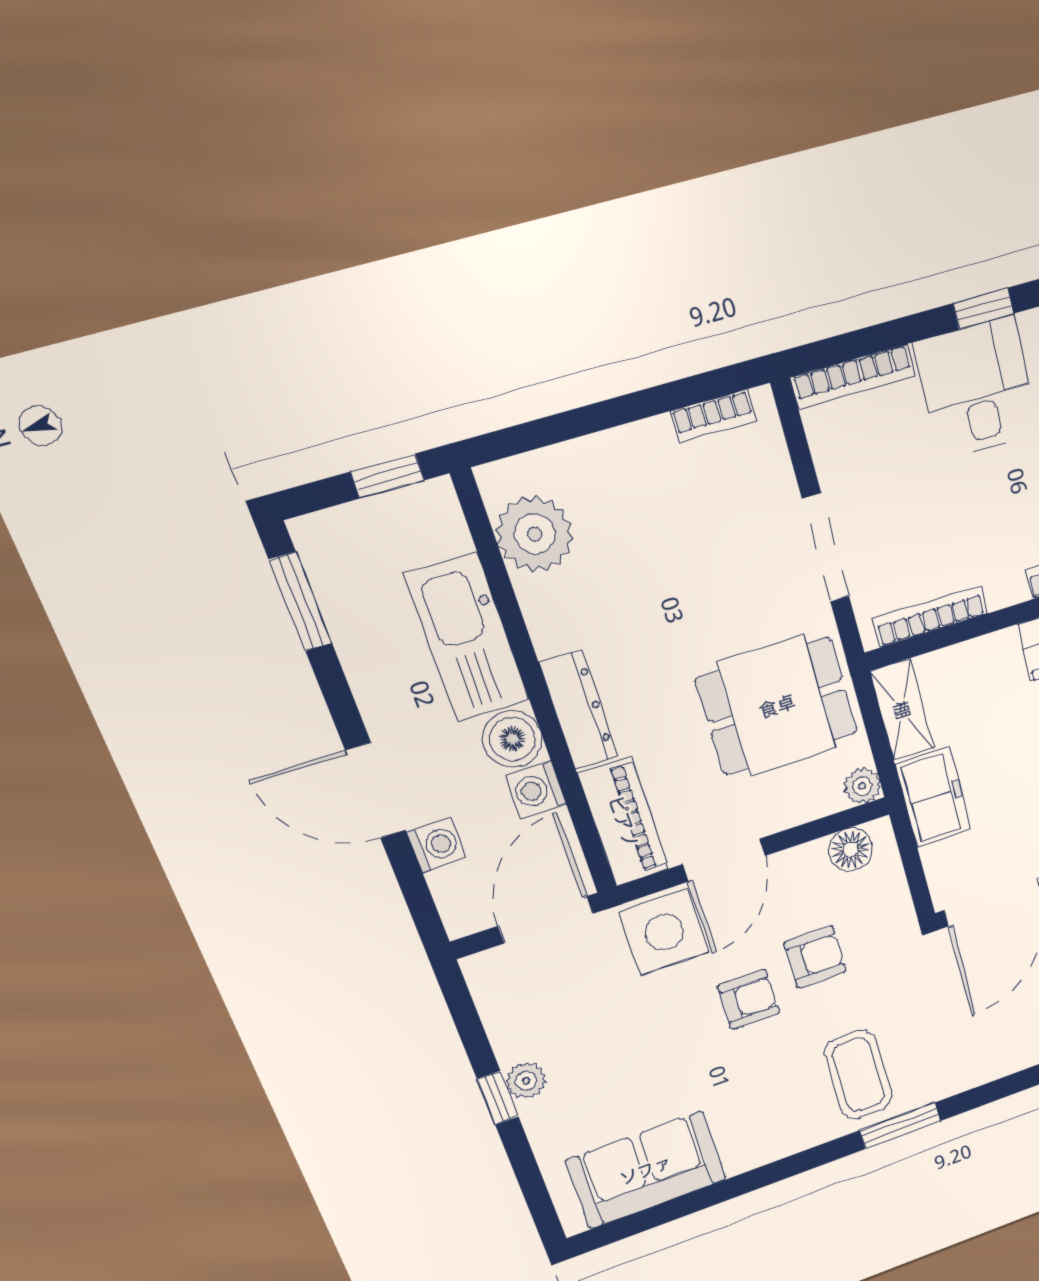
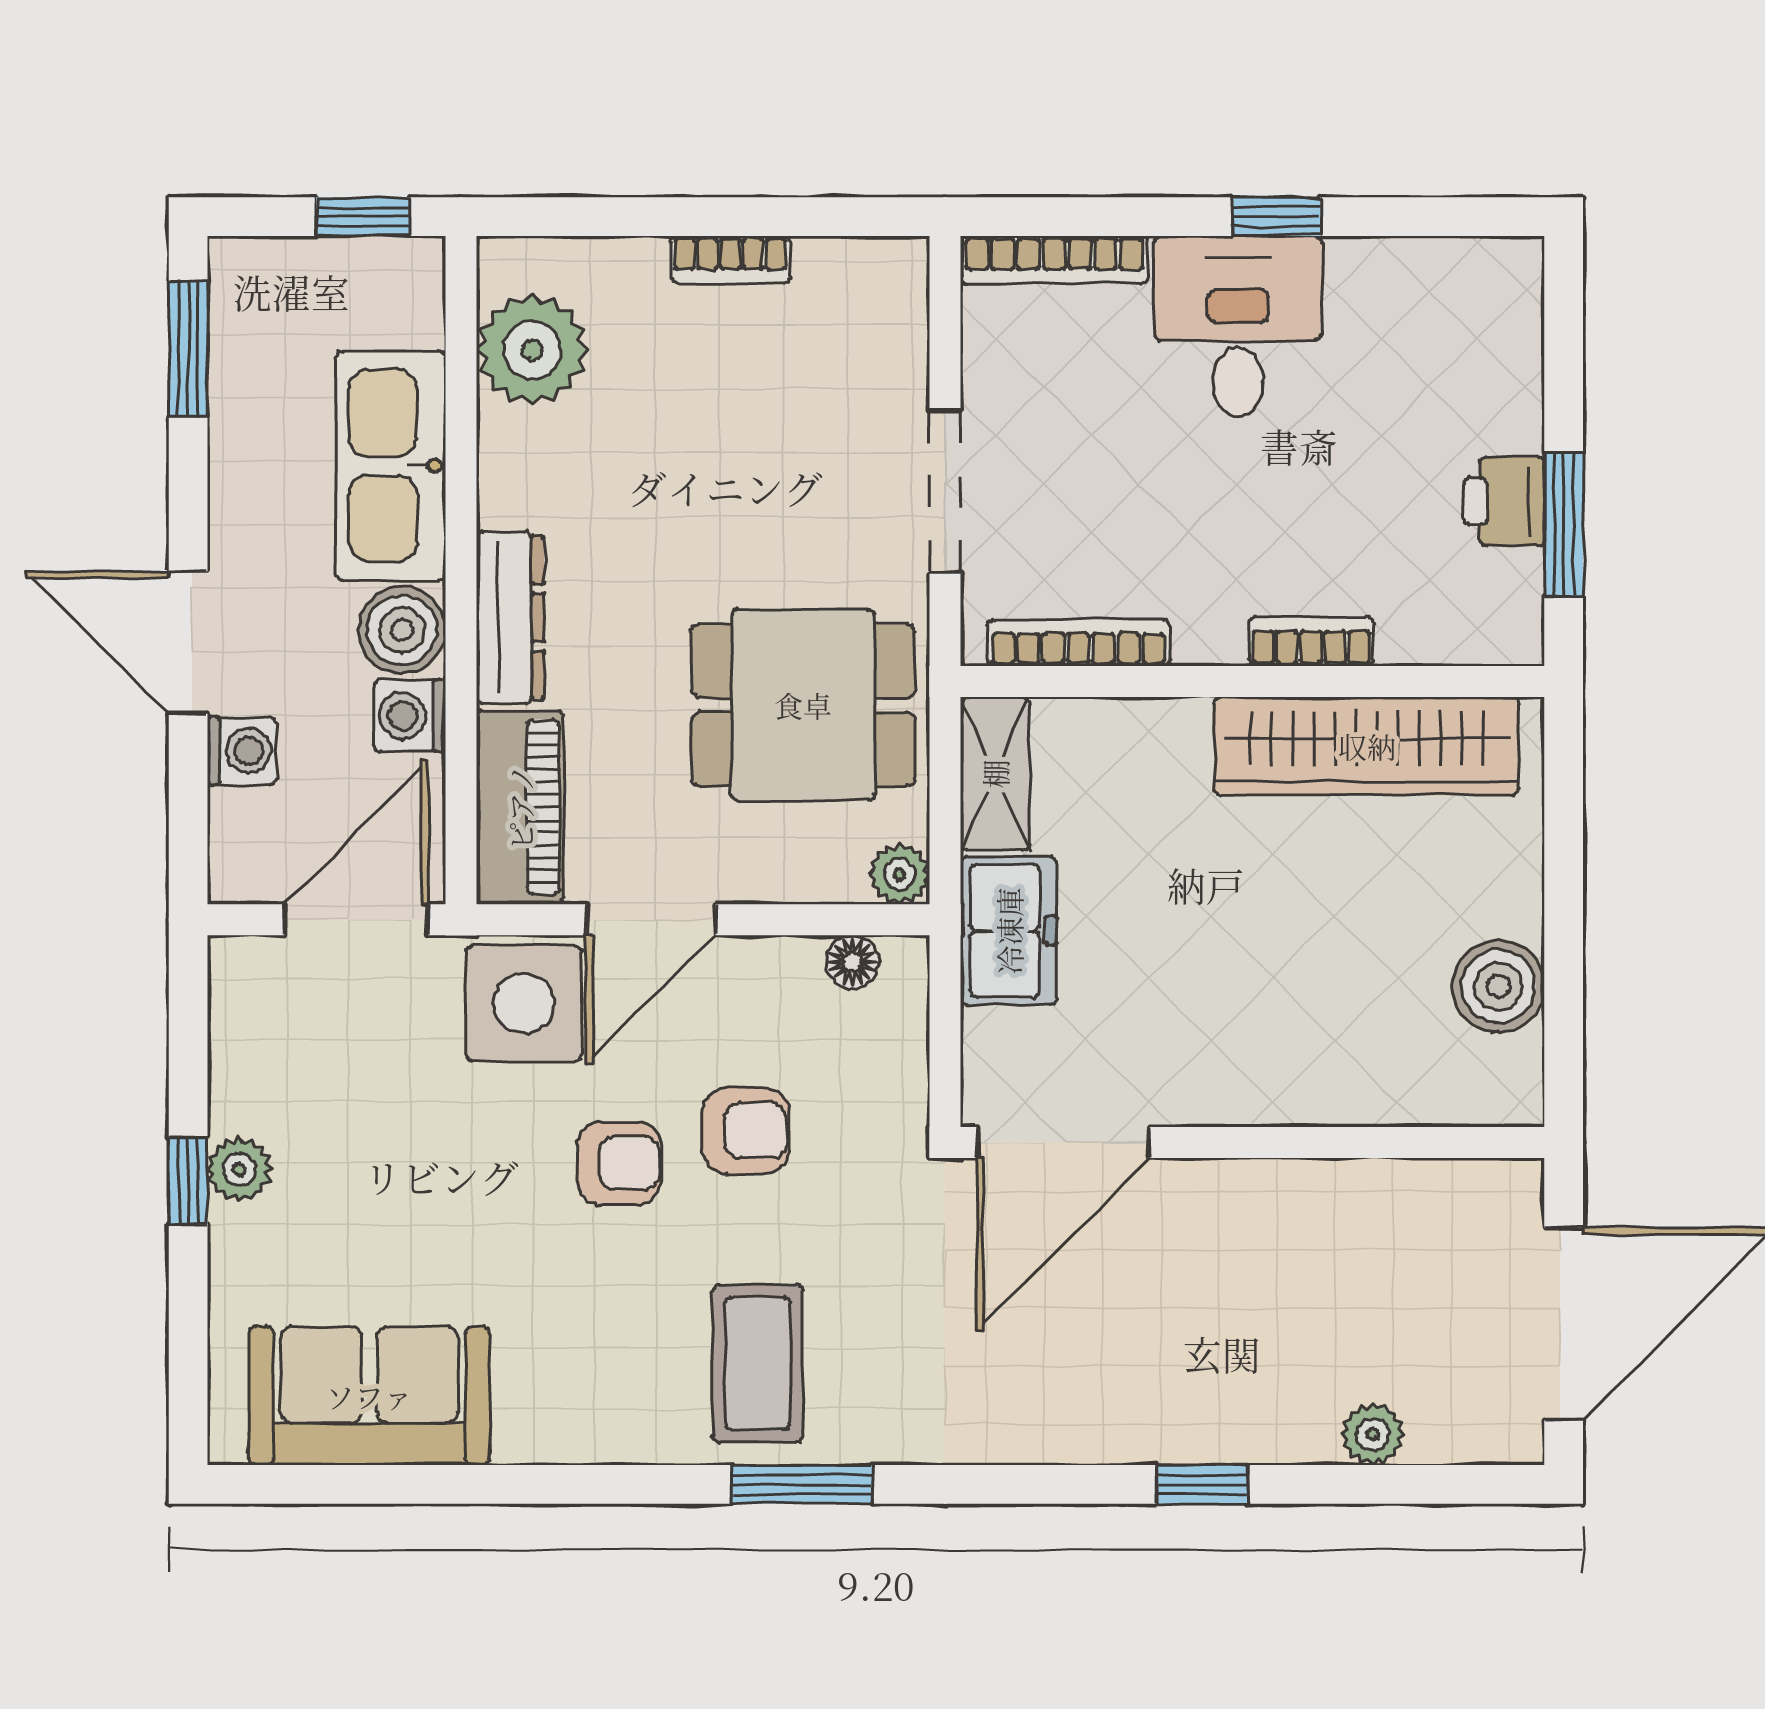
bookcase: (713, 416) -> (730, 260), moved
floor lamp: (851, 850) -> (852, 962), width x0.73, depth x0.73

